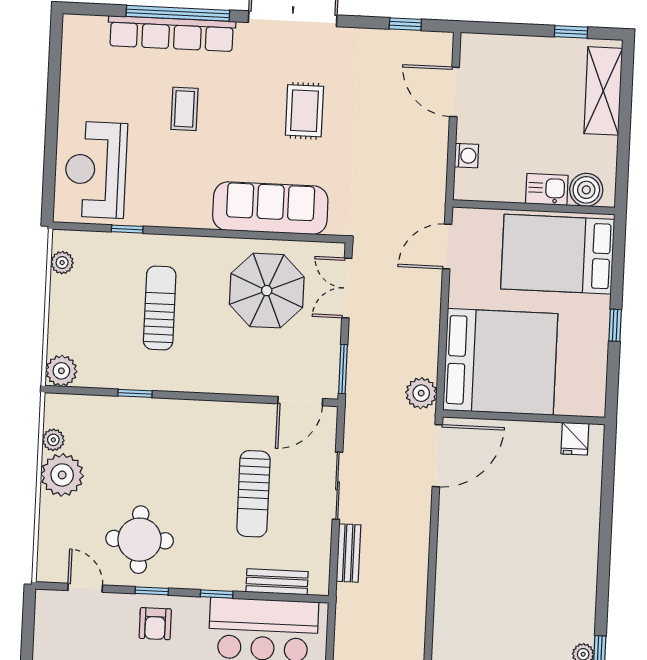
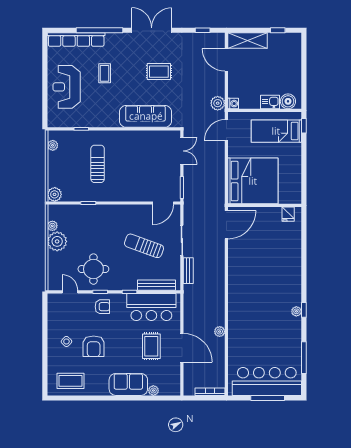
row of seats: (172, 34) -> (76, 40), moved
shelving: (603, 91) -> (247, 41), moved, turned 90
rug: (304, 111) -> (159, 72), turned 90
washing machine: (466, 156) -> (233, 104), moved
reception desk: (96, 170) -> (67, 87), moved
bed: (558, 254) -> (276, 131), width x0.67
double door: (347, 288) -> (182, 151), swing flipped
parasol: (267, 291) -> (146, 154), removed
window: (615, 325) -> (304, 126), moved
plant: (421, 393) -> (218, 103), moved
sun lounger: (253, 494) -> (144, 246), turned 110
bench: (277, 582) -> (157, 285), width x1.36
armchair: (155, 624) -> (102, 307), turned -90

